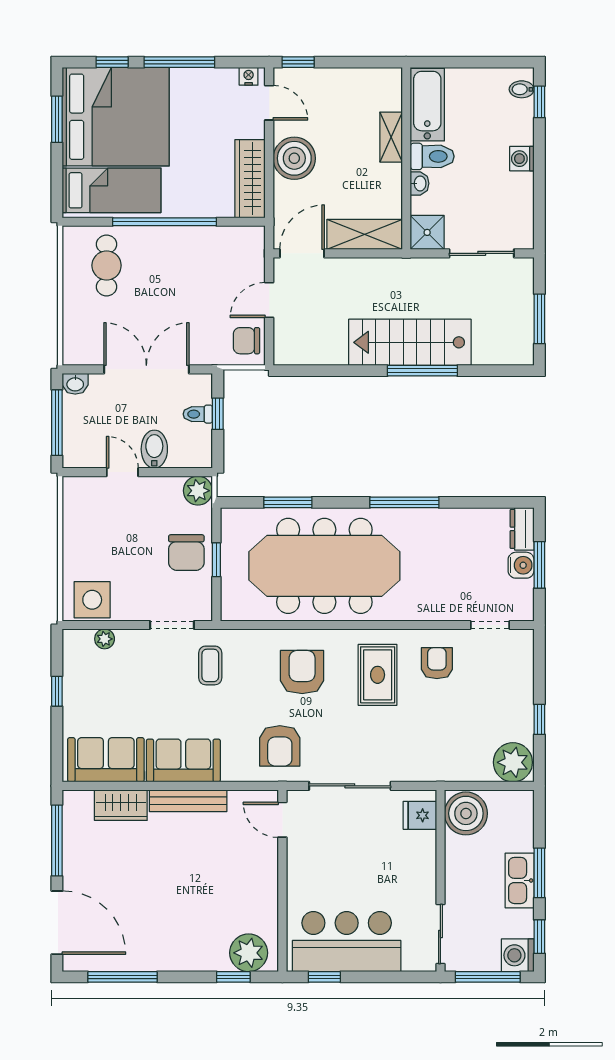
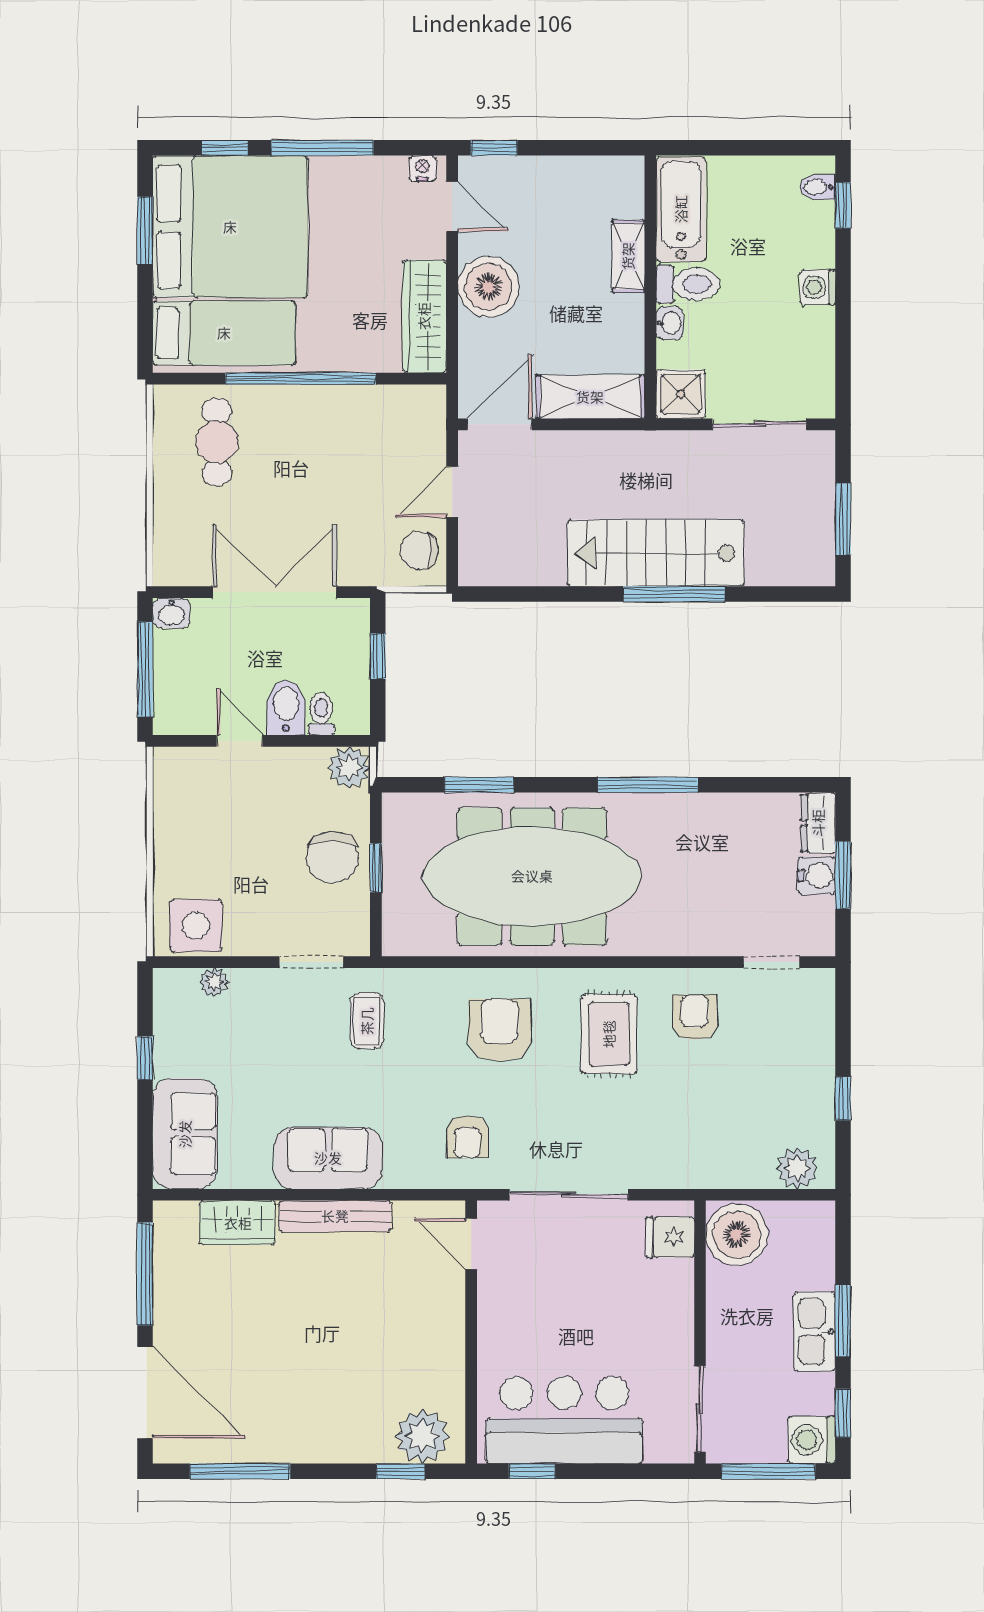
toilet: (198, 414) -> (321, 714), moved, turned 90
armchair: (280, 746) -> (467, 1137), width x0.72, depth x0.72
sofa: (106, 760) -> (185, 1134), moved, turned 90
plant: (513, 762) -> (797, 1168), width x0.73, depth x0.73

